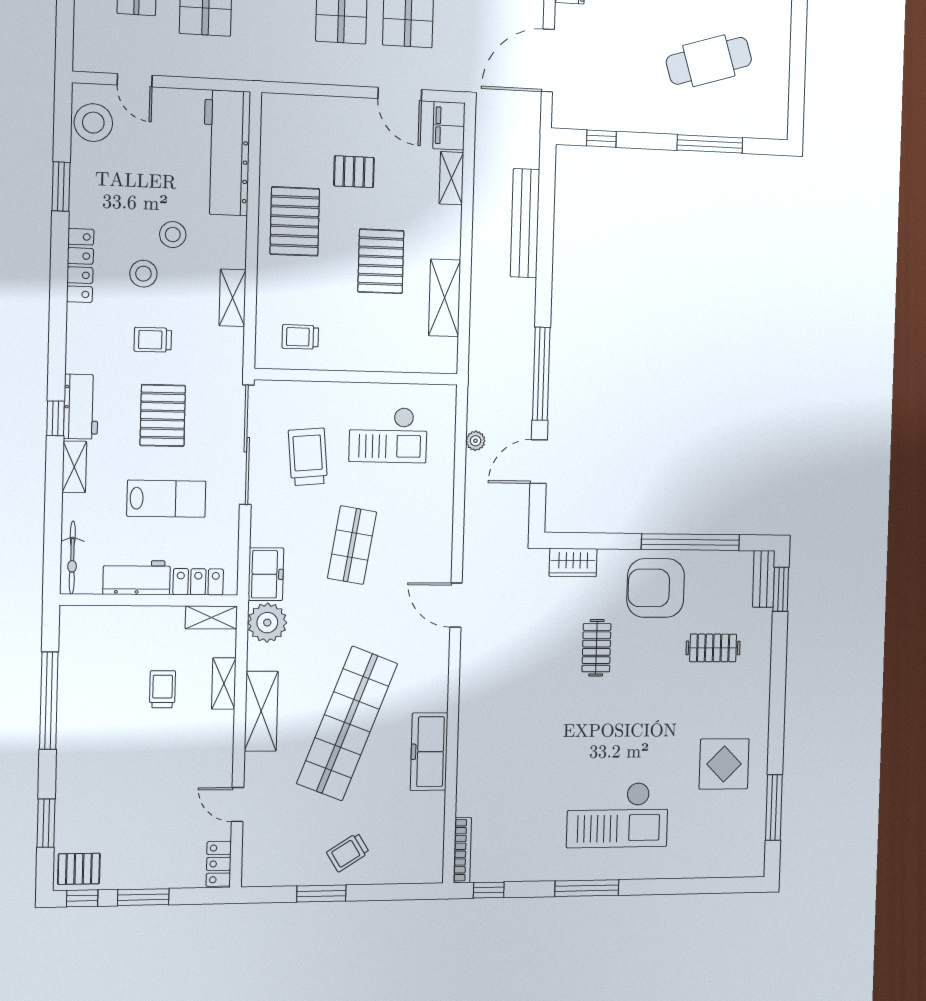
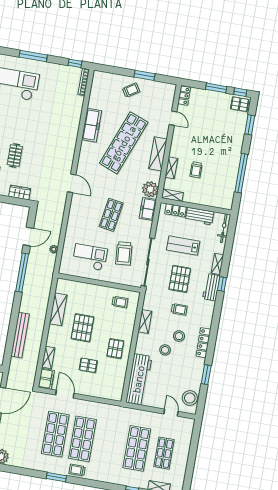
pallet: (295, 221) -> (115, 349), width x0.67, depth x0.71

